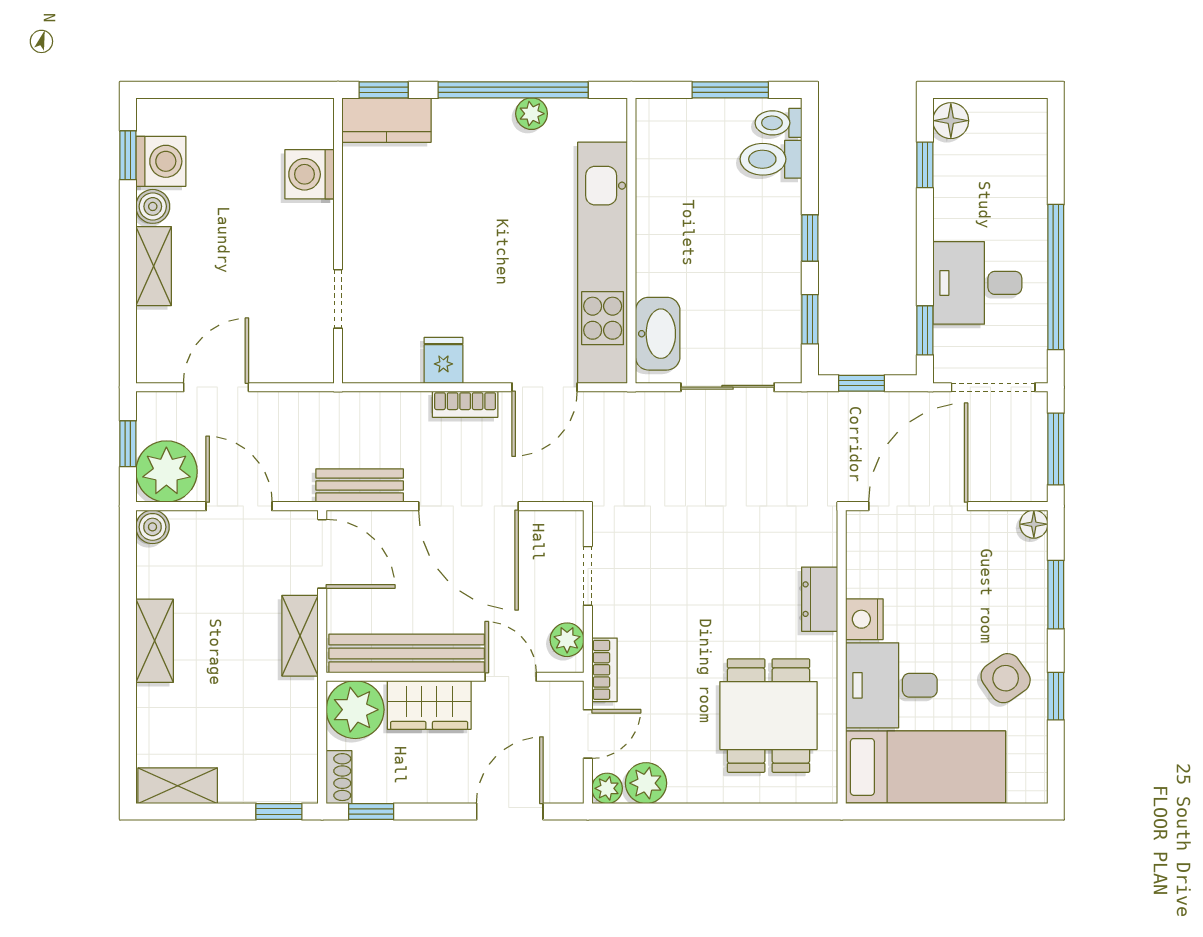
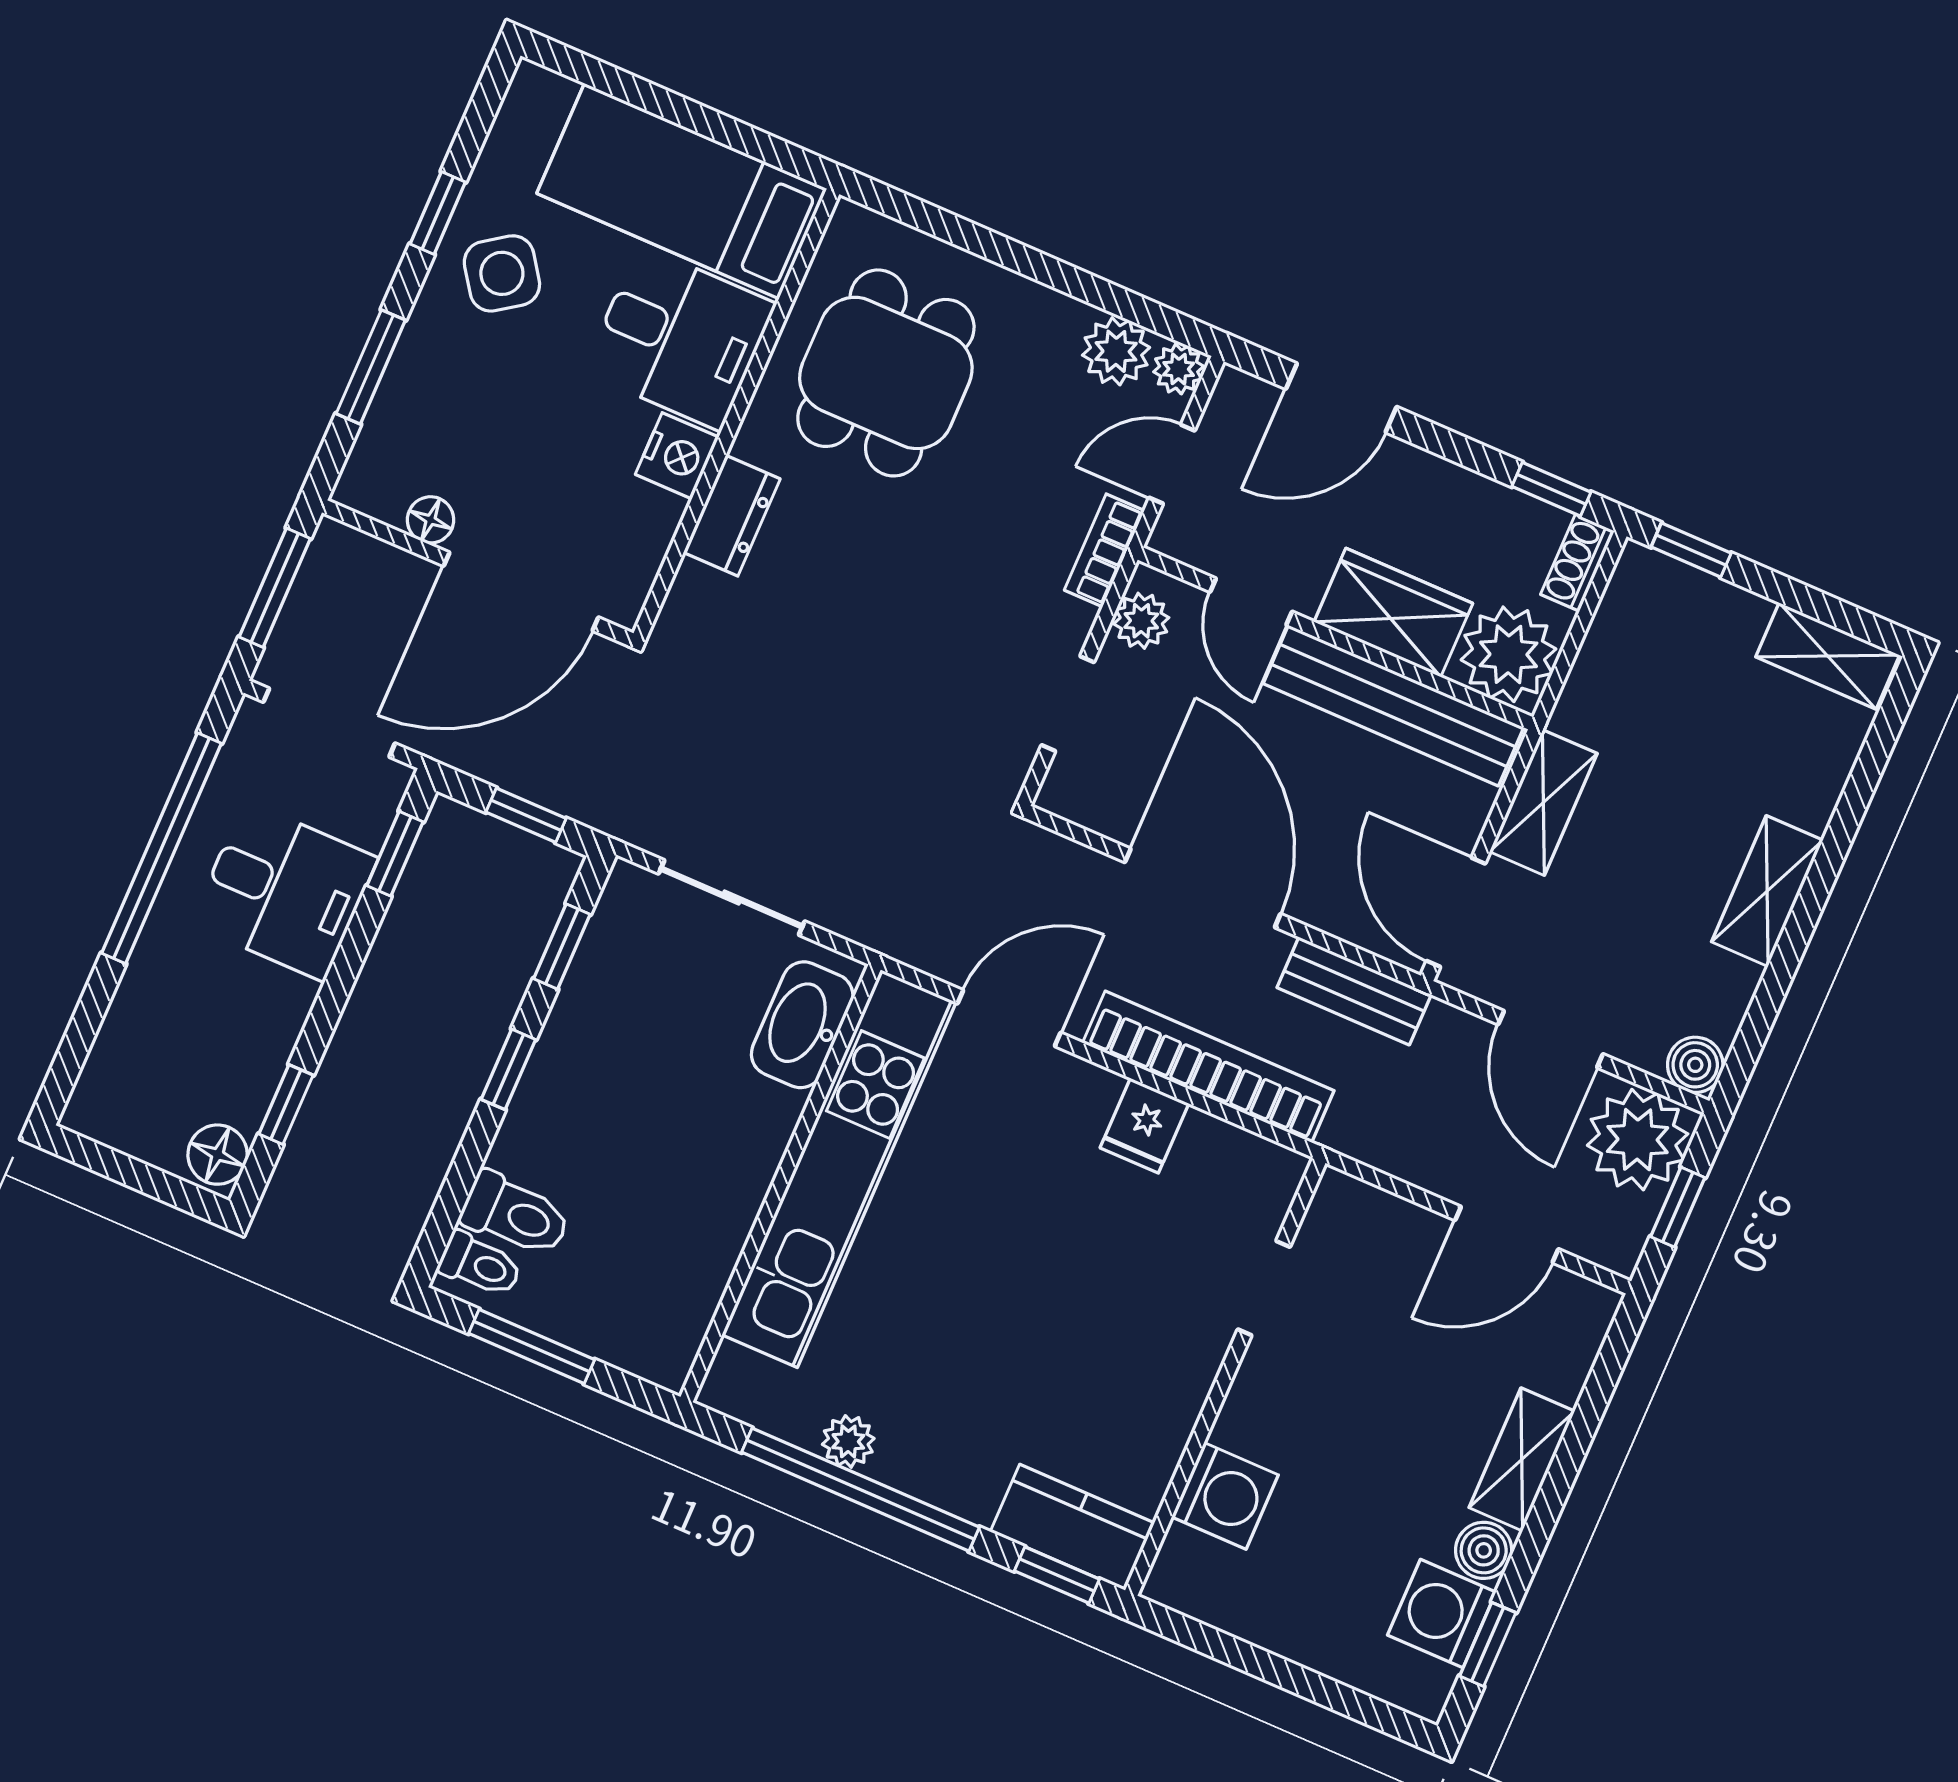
bookcase: (465, 404) -> (1208, 1067), width x2.31, depth x1.31
floor lamp: (1034, 524) -> (431, 520), moved

